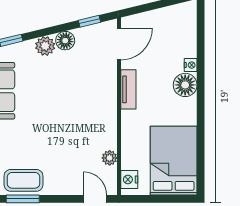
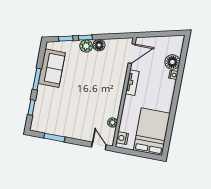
window: (89, 21) -> (85, 38), moved
floor lamp: (185, 85) -> (172, 62), moved
coffee table: (24, 180) -> (57, 126), removed

